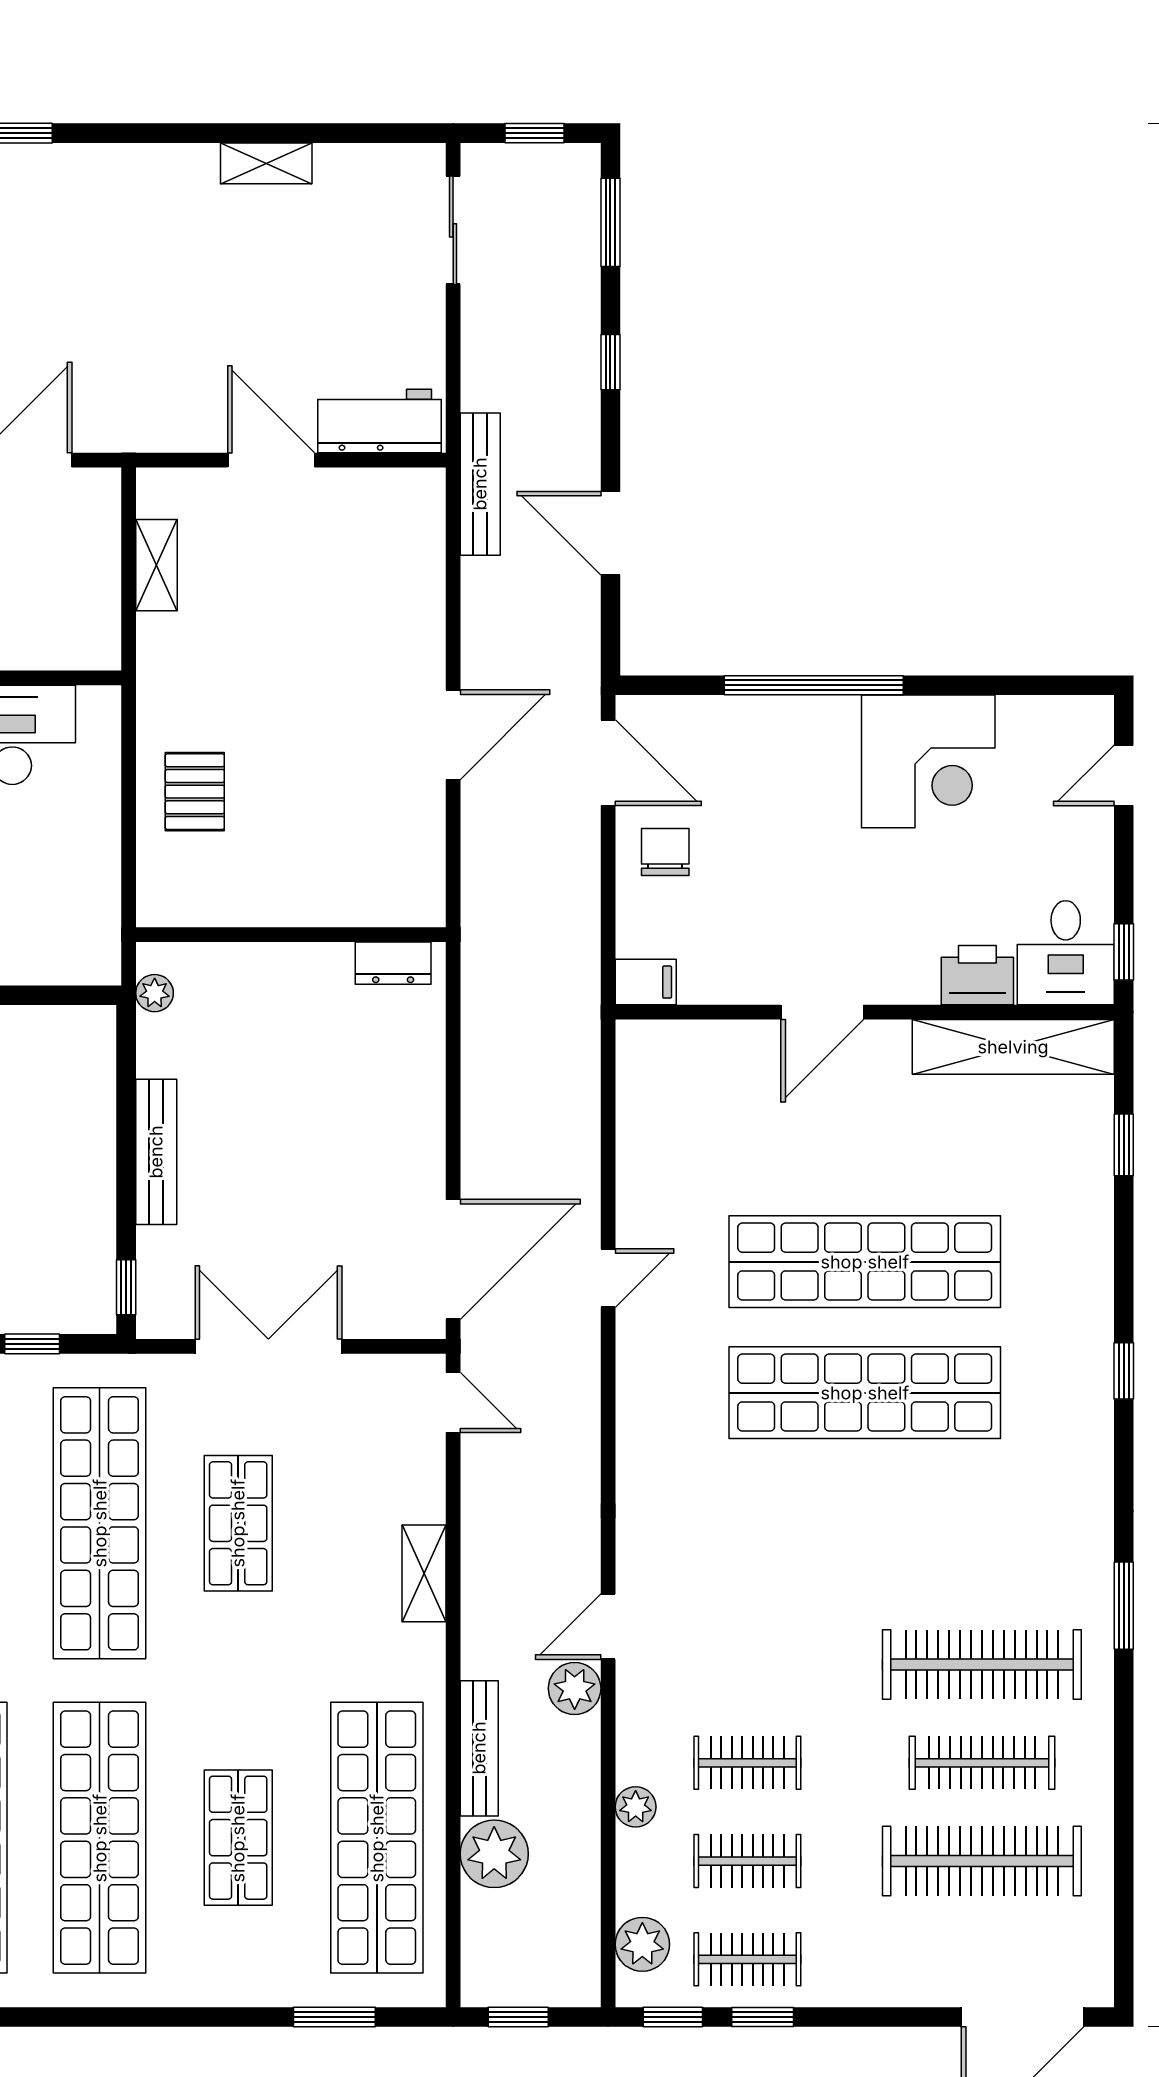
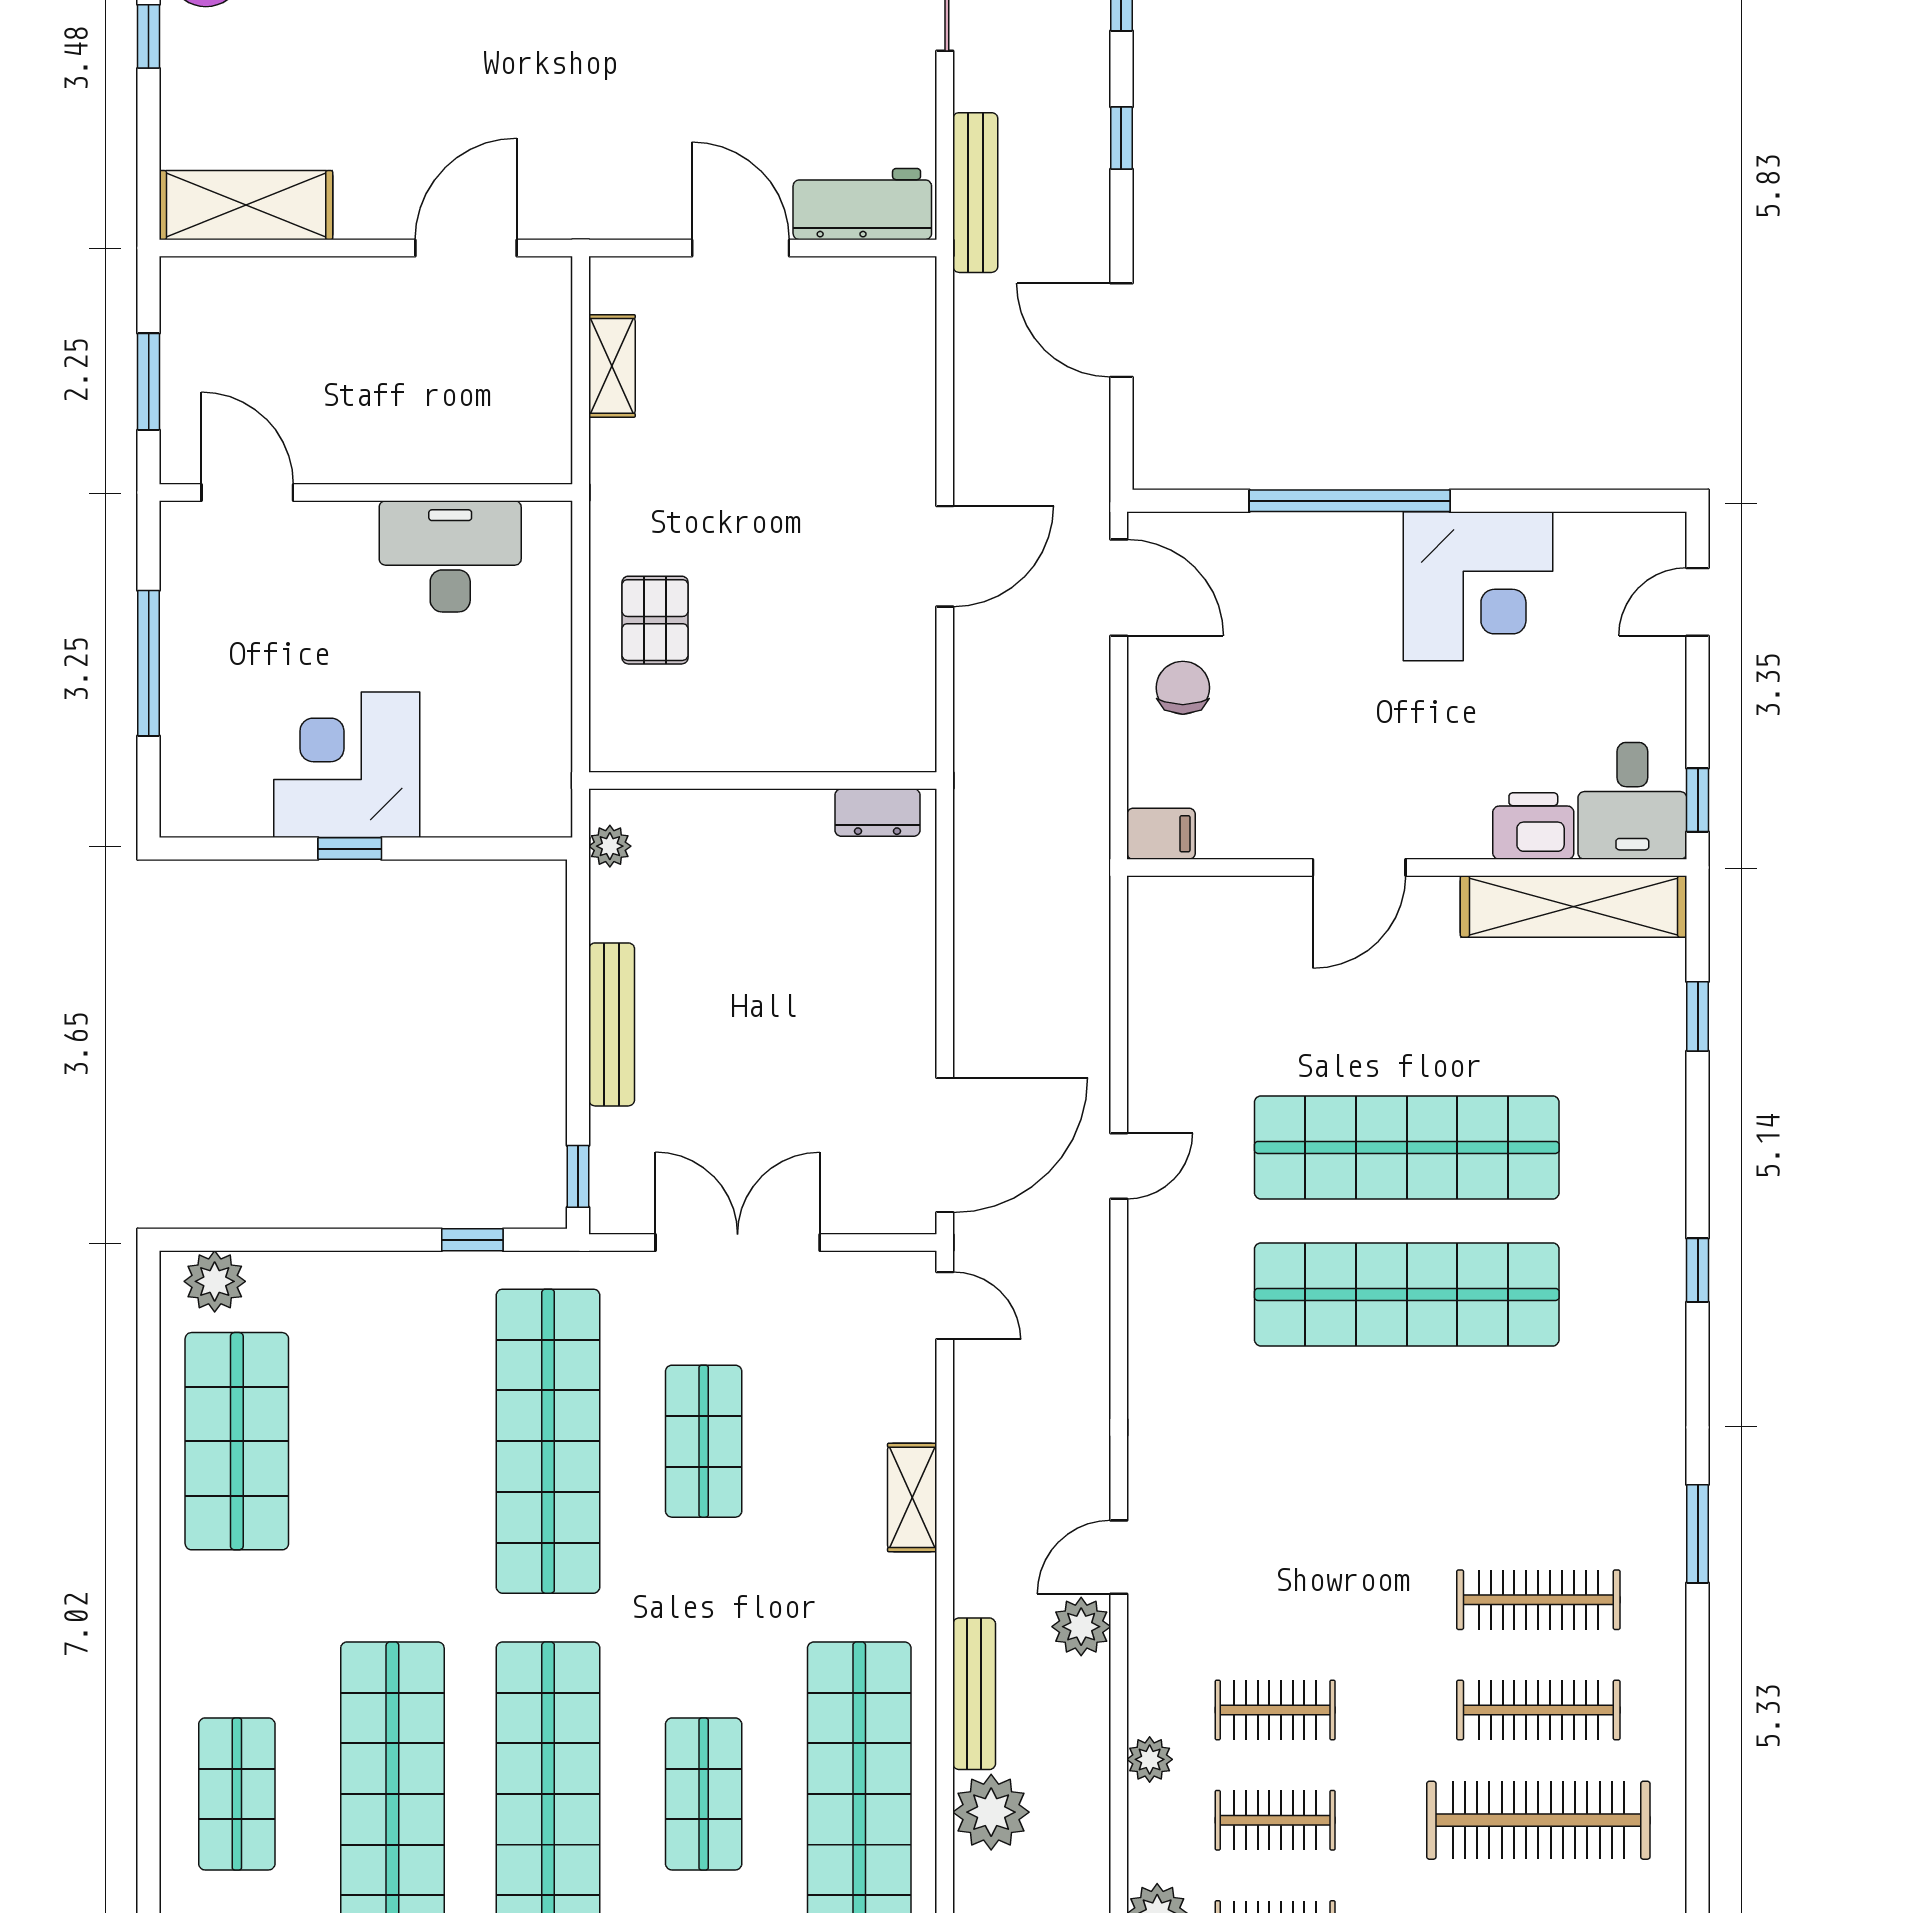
bench: (480, 484) -> (975, 193), moved
clothes rail: (982, 1665) -> (1538, 1600), width x0.73, depth x0.76

